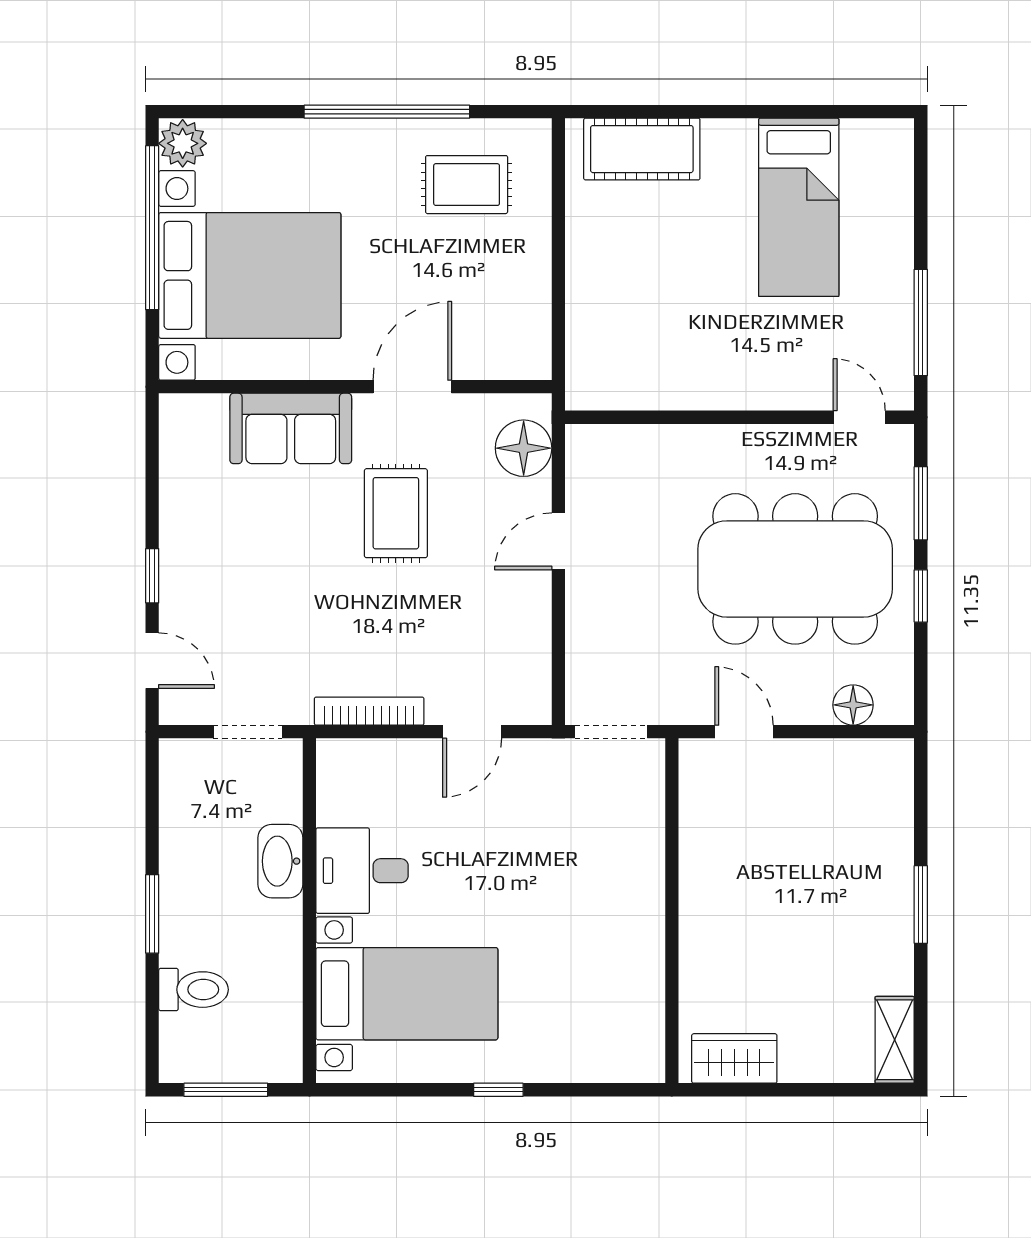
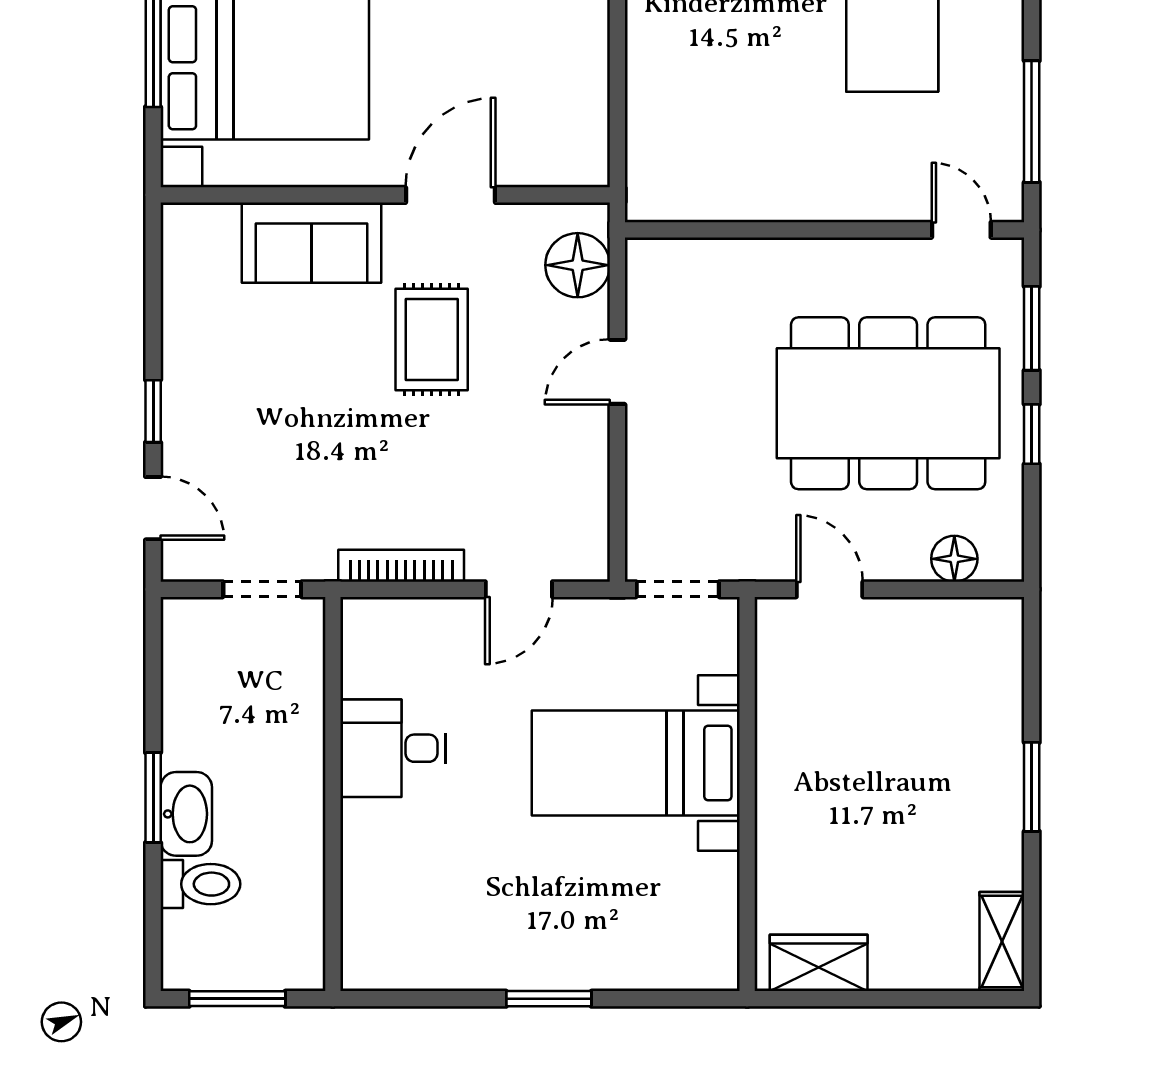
washbasin: (280, 861) -> (186, 814), moved, turned 180
bed with nightstands: (407, 994) -> (636, 763), moved, turned 180
window: (498, 1090) -> (549, 999), width x1.50

